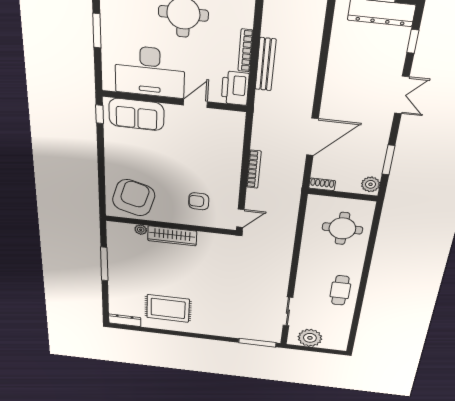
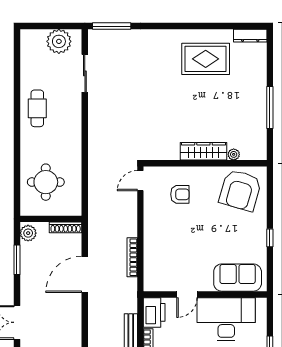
window: (100, 114) -> (270, 238), moved
bookcase: (254, 169) -> (132, 257), moved
shoe rack: (322, 184) -> (66, 227), width x1.43

